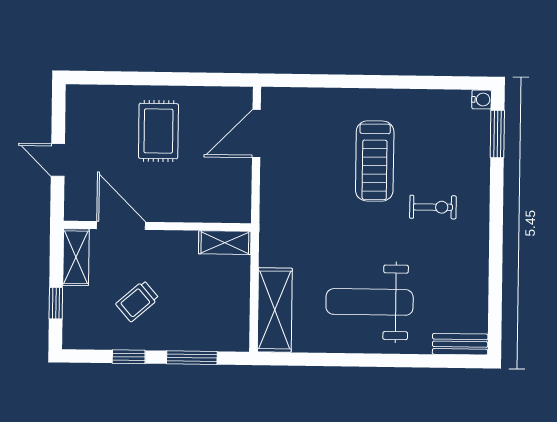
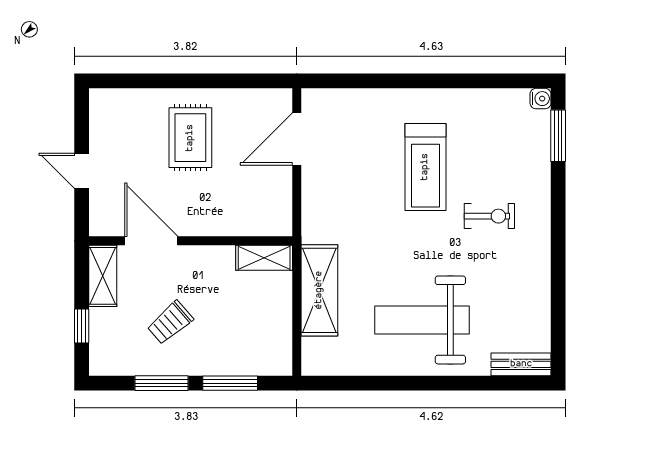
shelving: (275, 310) -> (319, 290), moved
window: (129, 357) -> (162, 383), width x1.50

